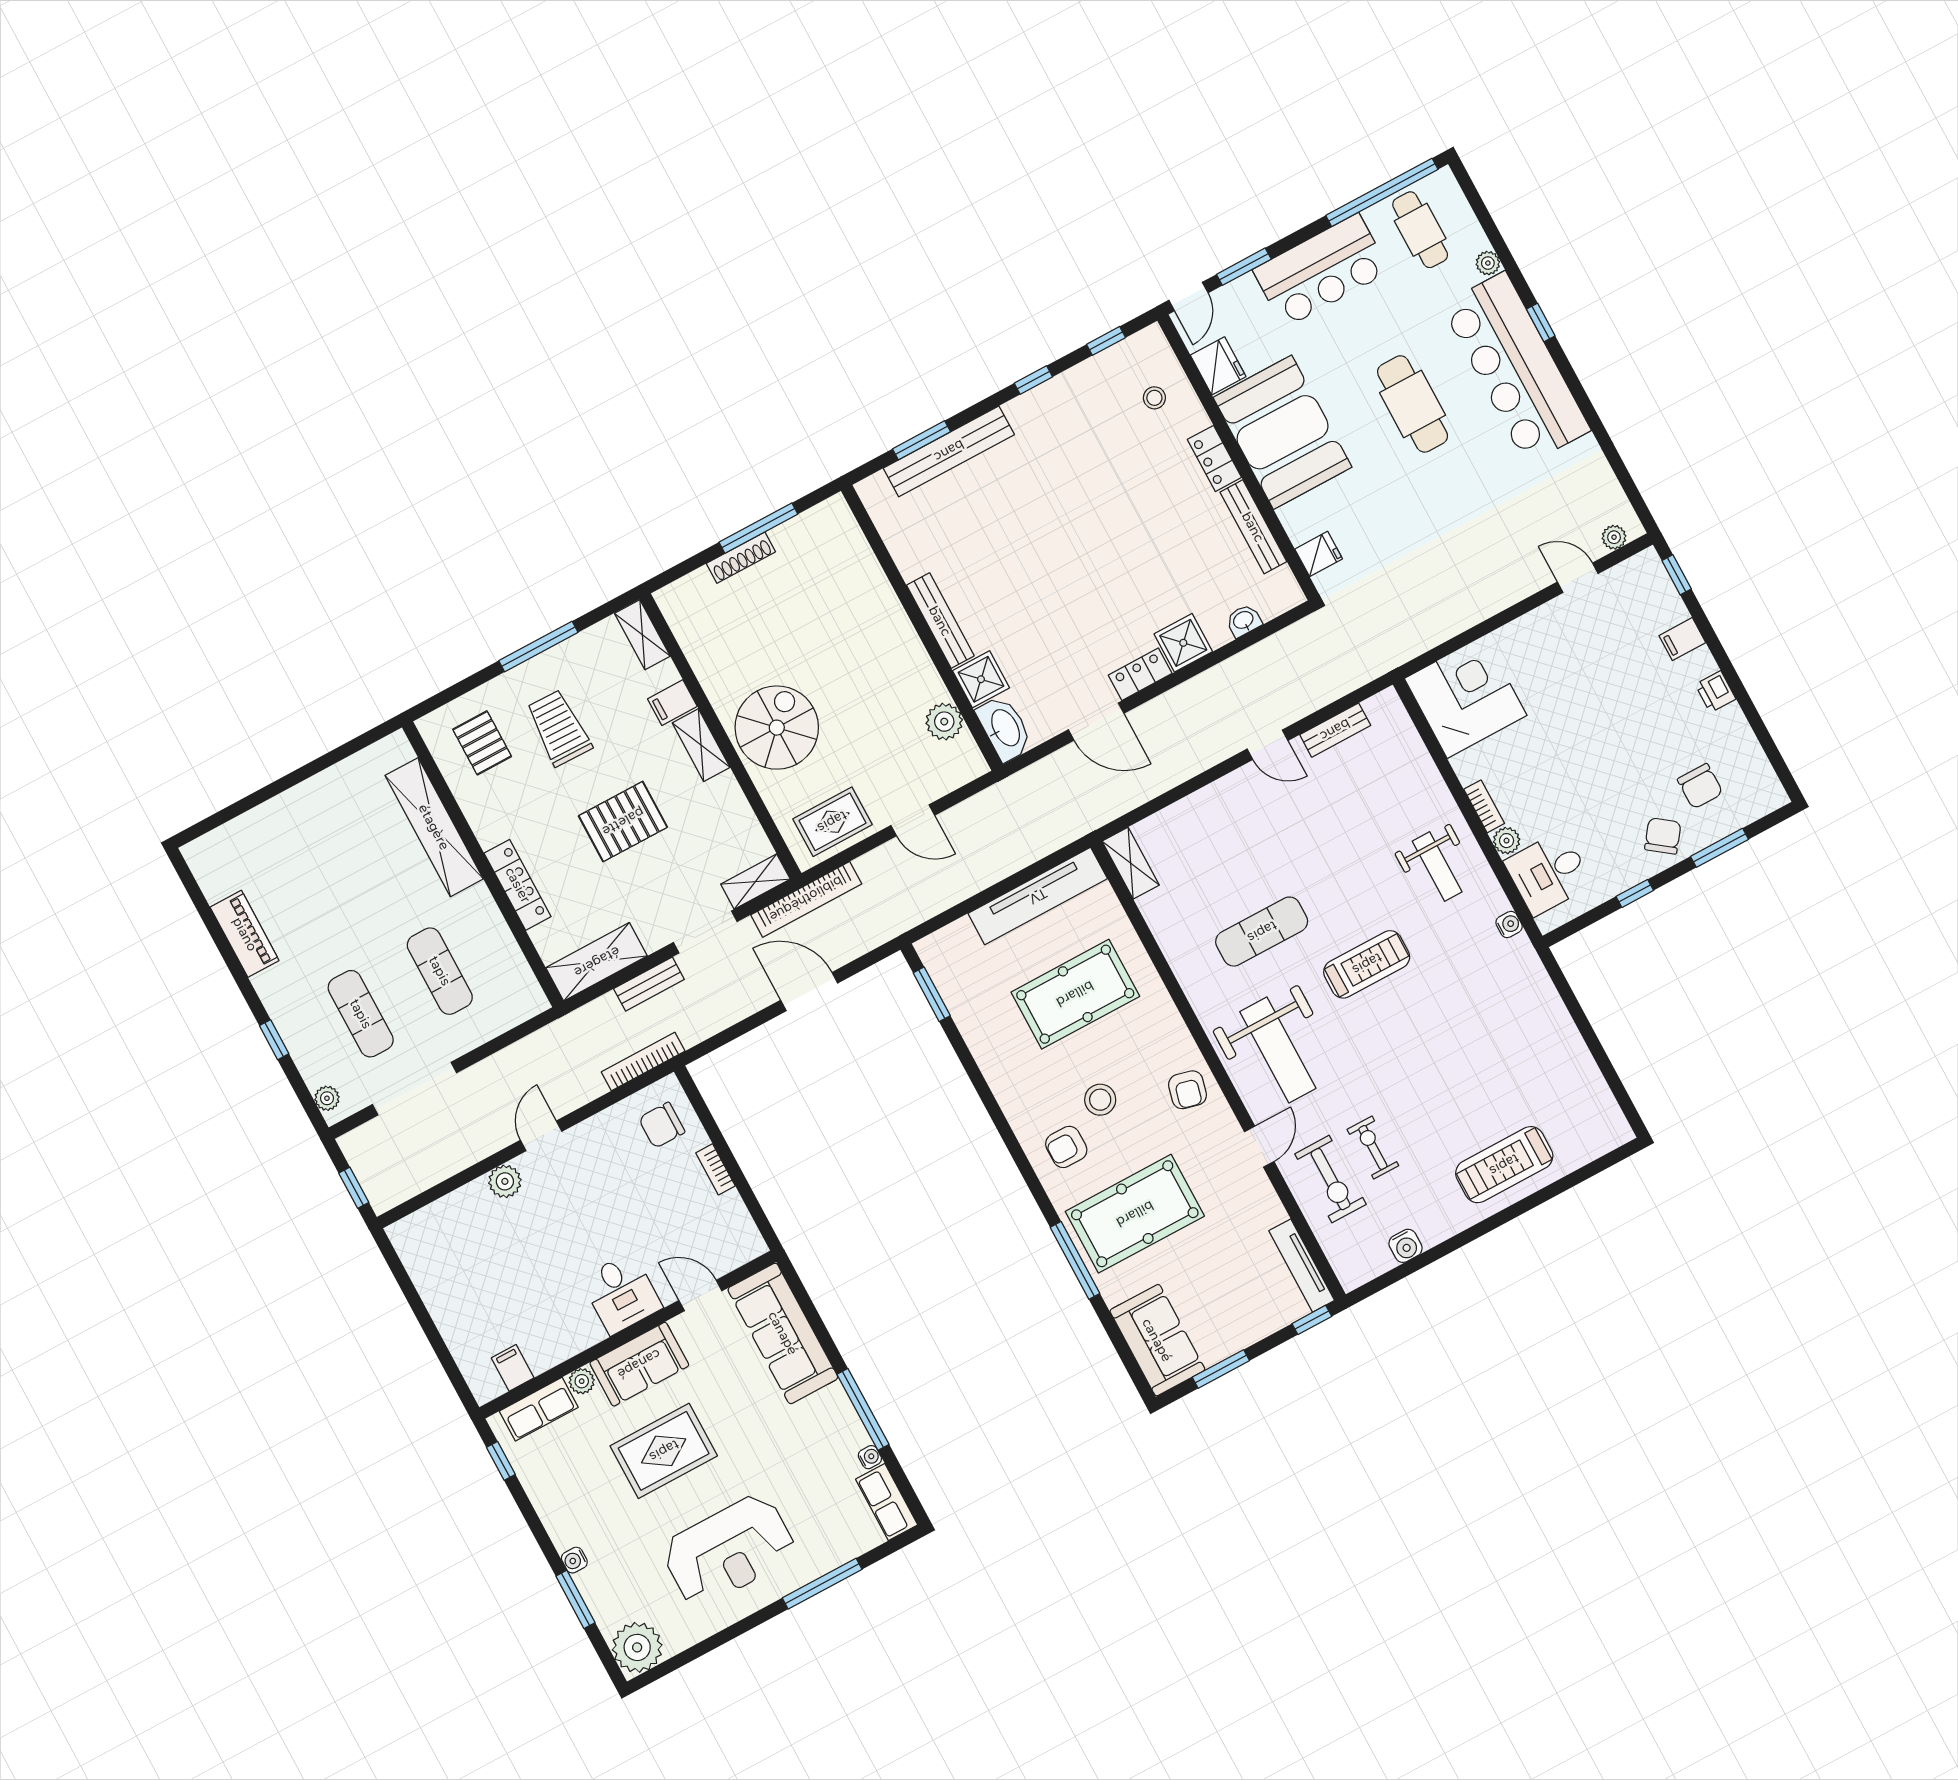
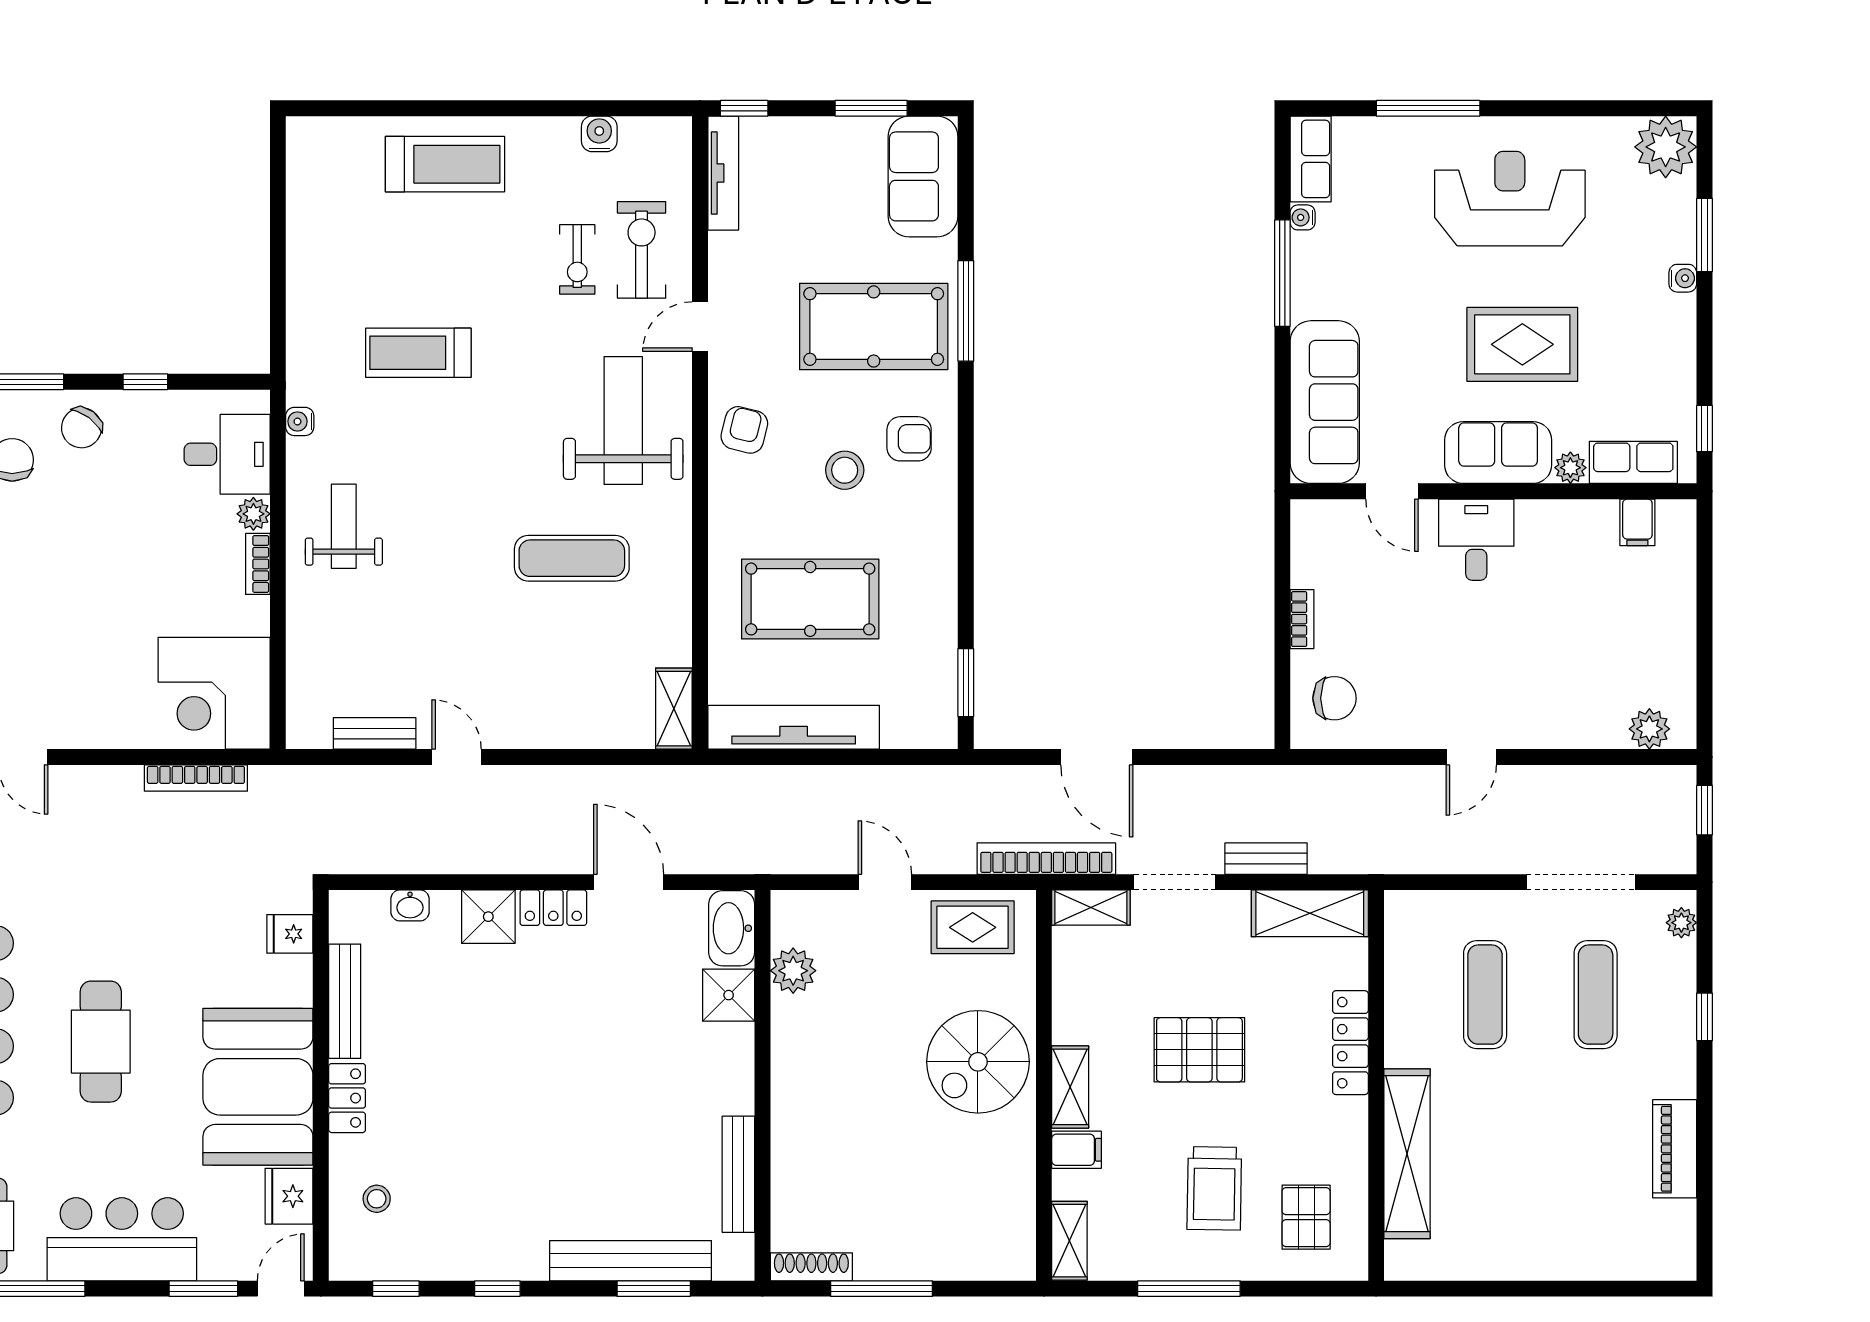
shoe rack: (741, 558) -> (811, 1267), moved
bench: (940, 621) -> (738, 1174), moved
treadmill: (1367, 964) -> (418, 353), moved
bookcase: (643, 1062) -> (196, 778), moved
plant: (505, 1181) -> (1649, 729), moved

